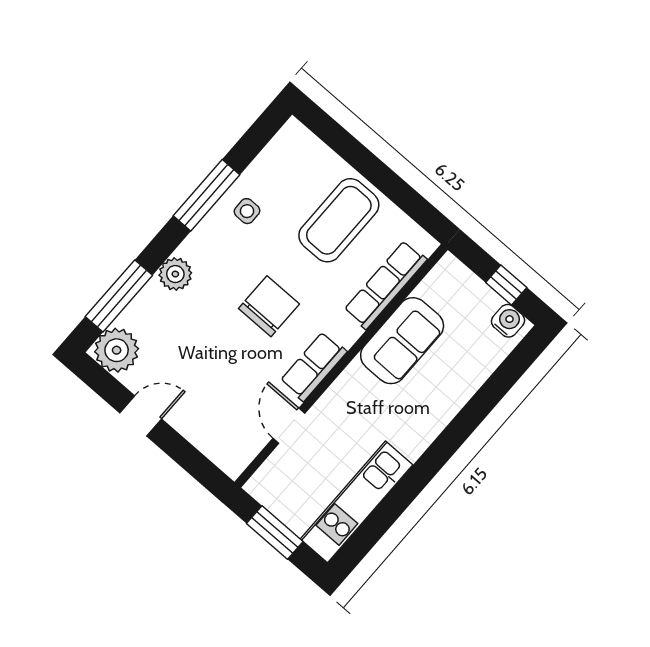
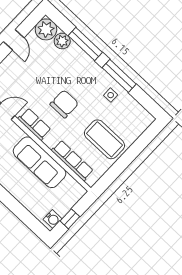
plant: (175, 274) -> (62, 41), moved
window: (119, 296) -> (85, 44), moved
chair: (269, 306) -> (64, 104), turned -90
sofa: (402, 341) -> (40, 162), width x1.36

